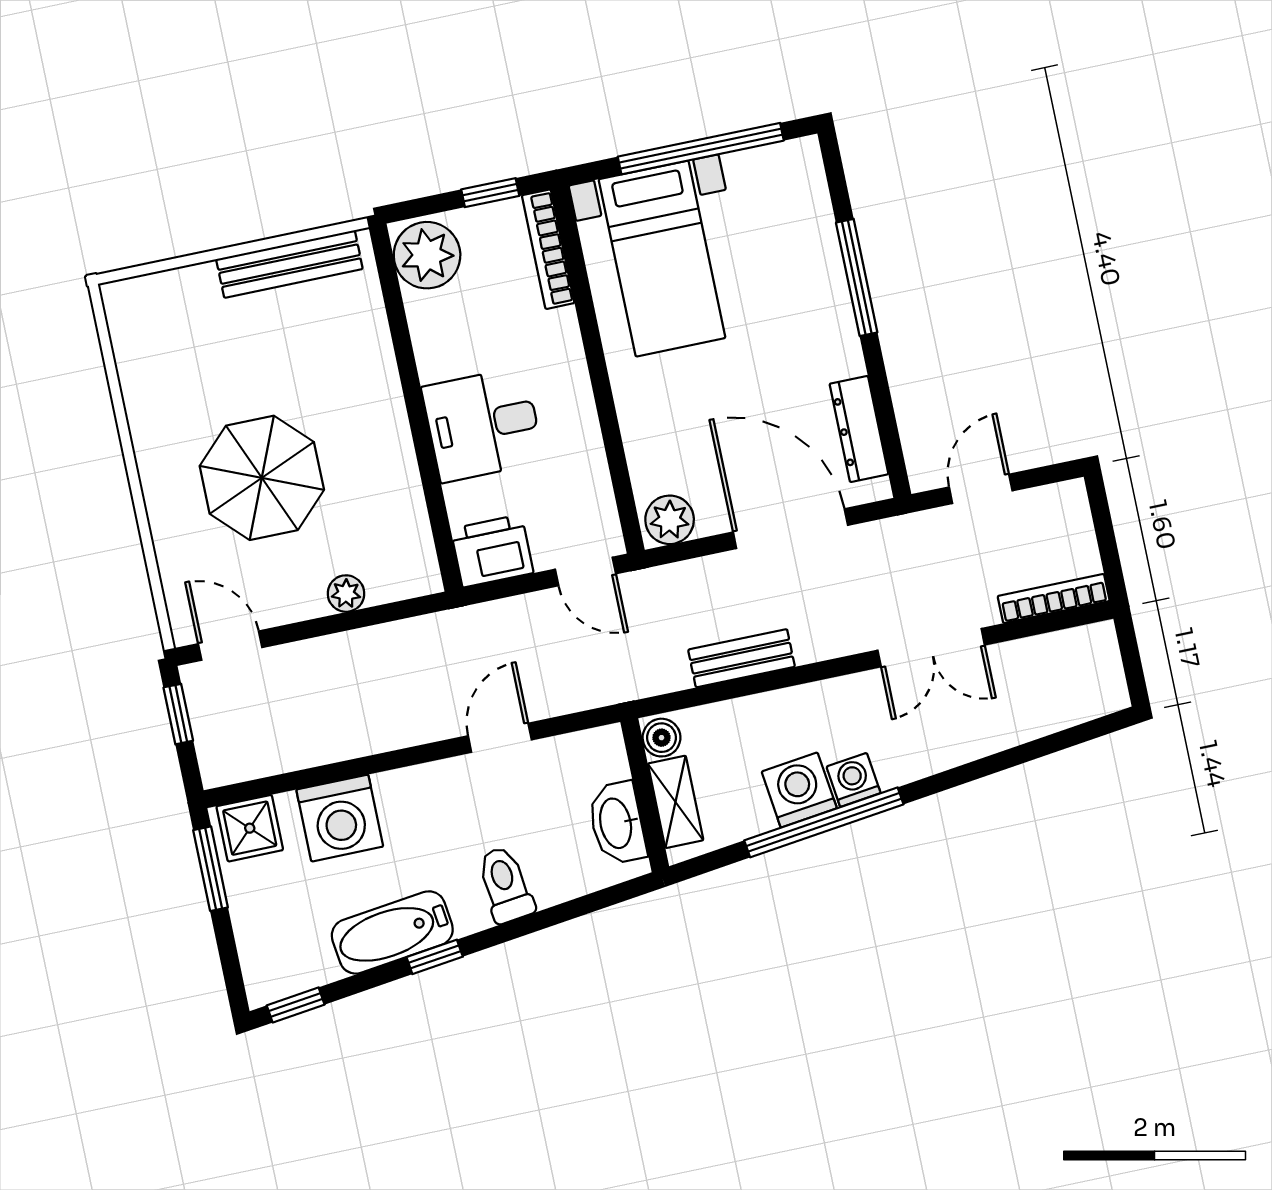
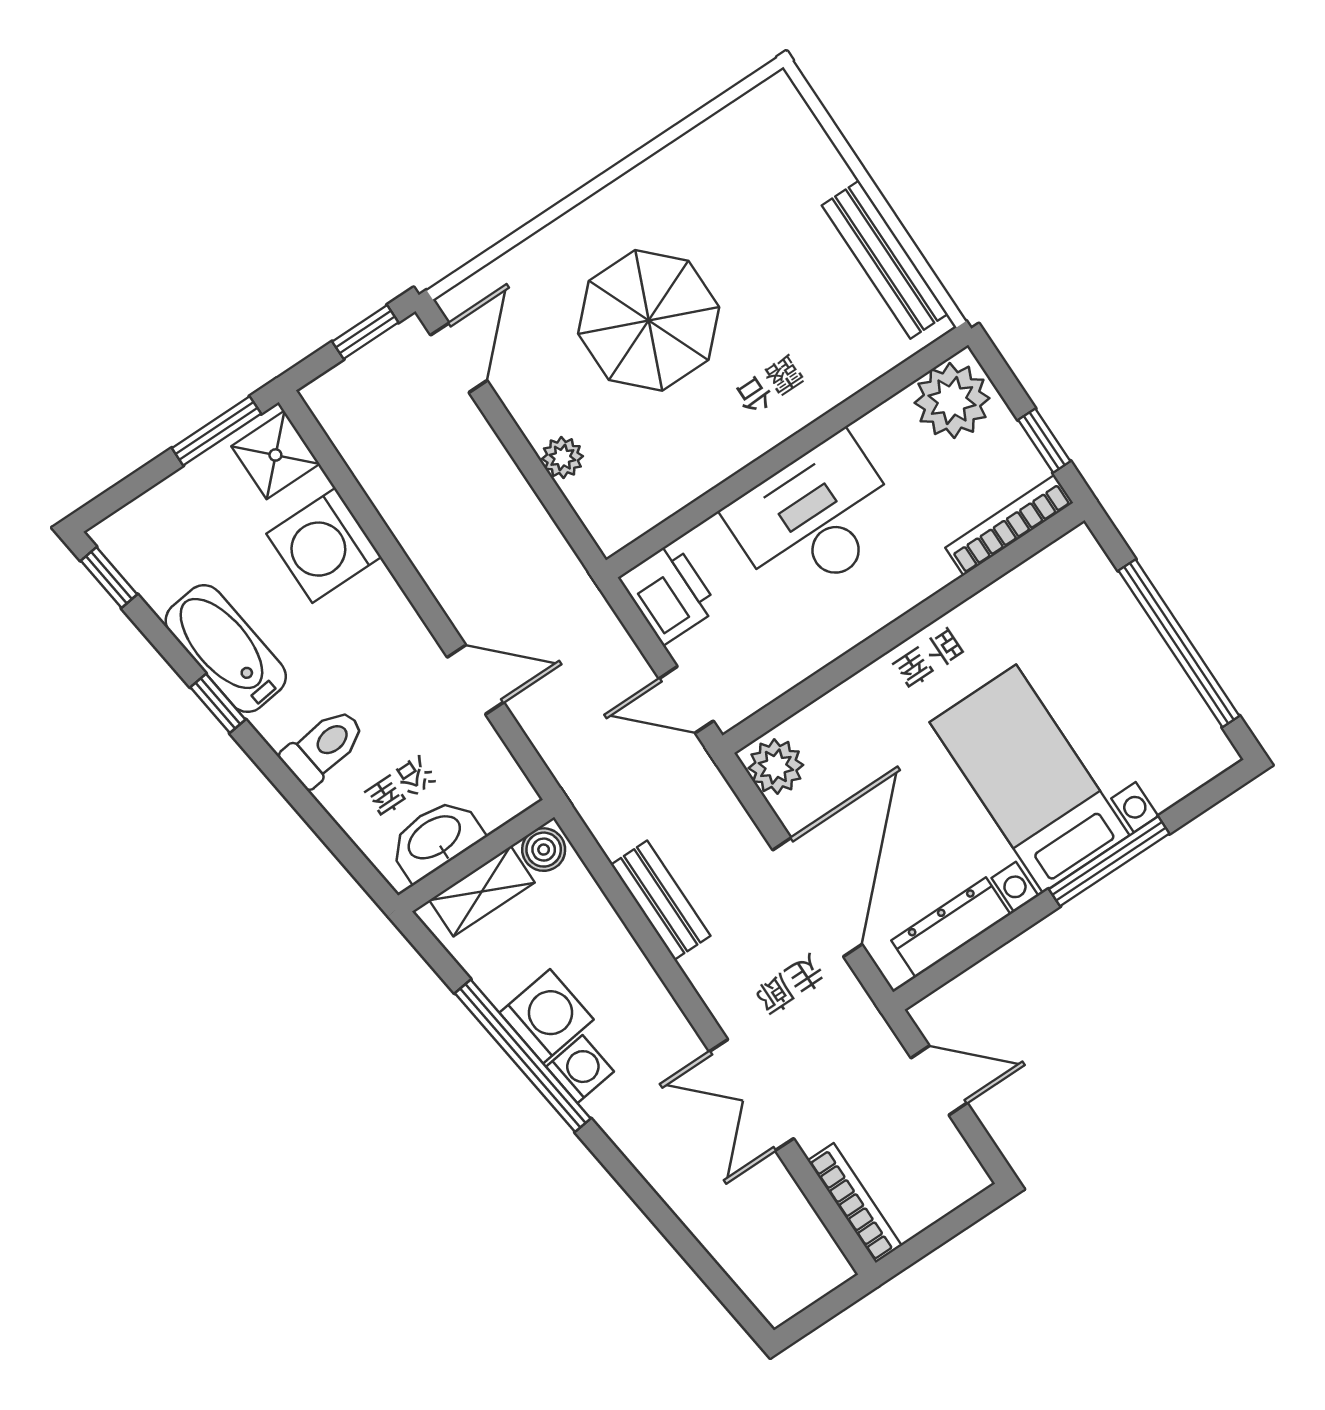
bed with nightstands: (662, 259) -> (1029, 779), moved, turned 90
desk: (483, 425) -> (815, 519), width x1.37
door: (585, 571) -> (686, 700), hinge flipped

